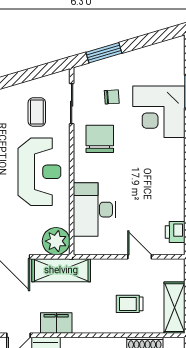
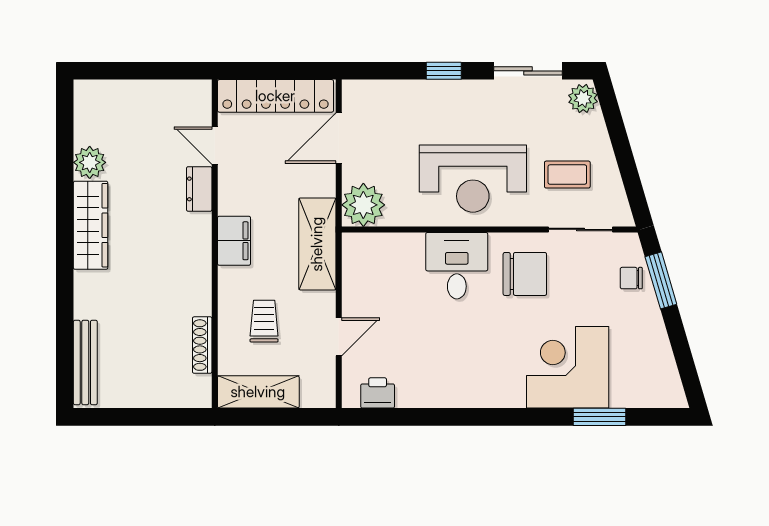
chair: (112, 97) -> (631, 278), moved, turned 94
desk: (95, 210) -> (457, 266), moved, width x0.73
shelving: (61, 270) -> (317, 244), moved
filing cabinet: (56, 323) -> (234, 241), moved

